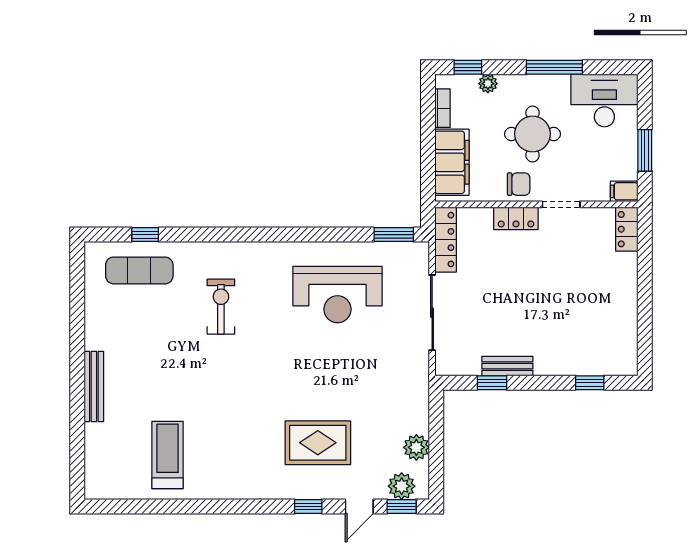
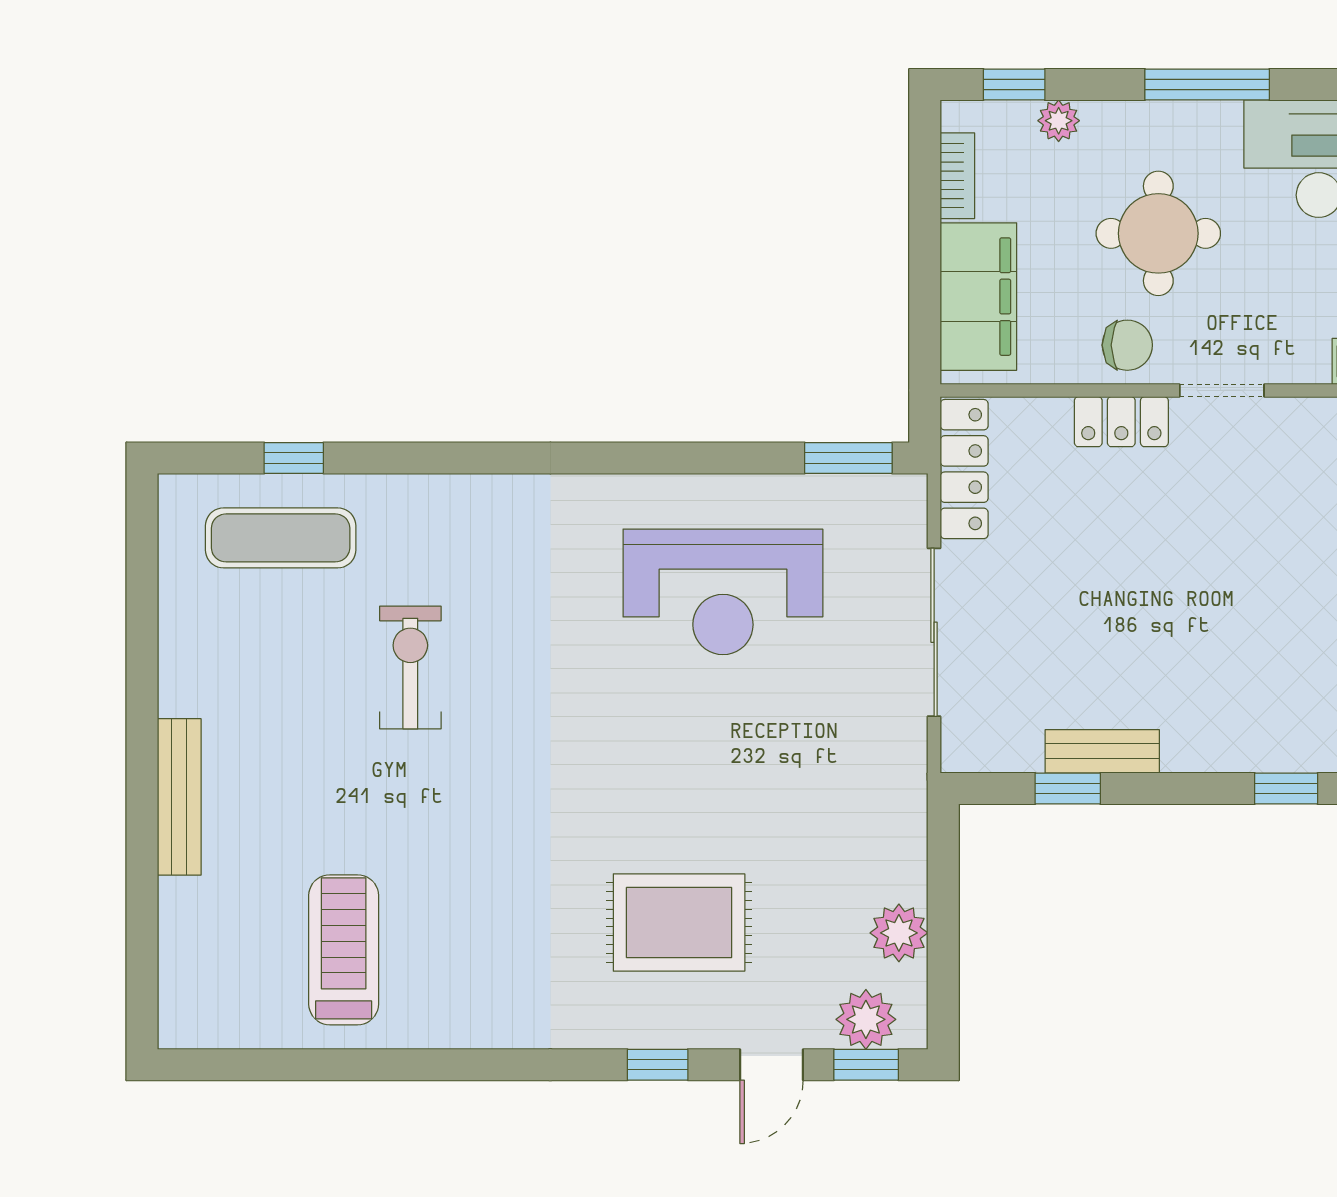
exercise bike: (221, 307) -> (410, 667), moved

